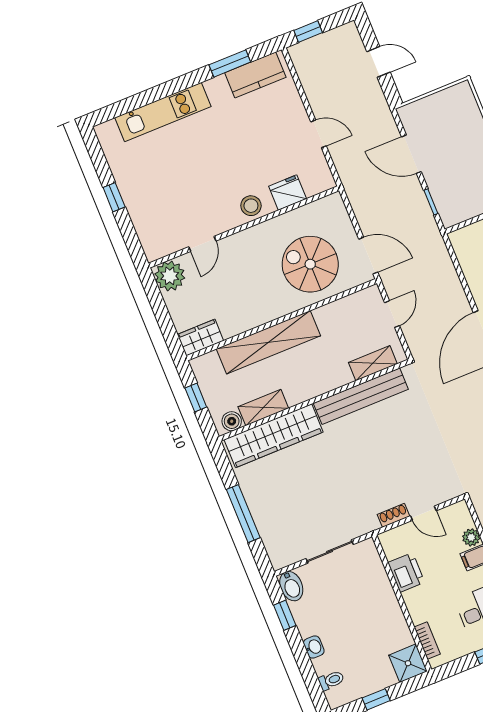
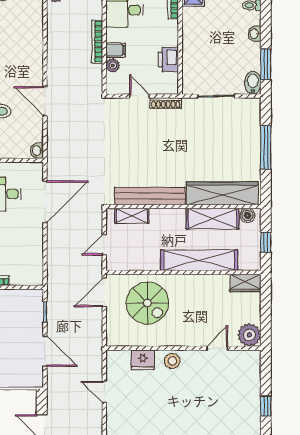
door: (368, 256) -> (104, 292), hinge flipped
shelving: (263, 407) -> (213, 219), width x1.50, depth x1.33
shoe rack: (394, 515) -> (166, 103), width x1.43
window: (285, 615) -> (266, 64), width x1.50

